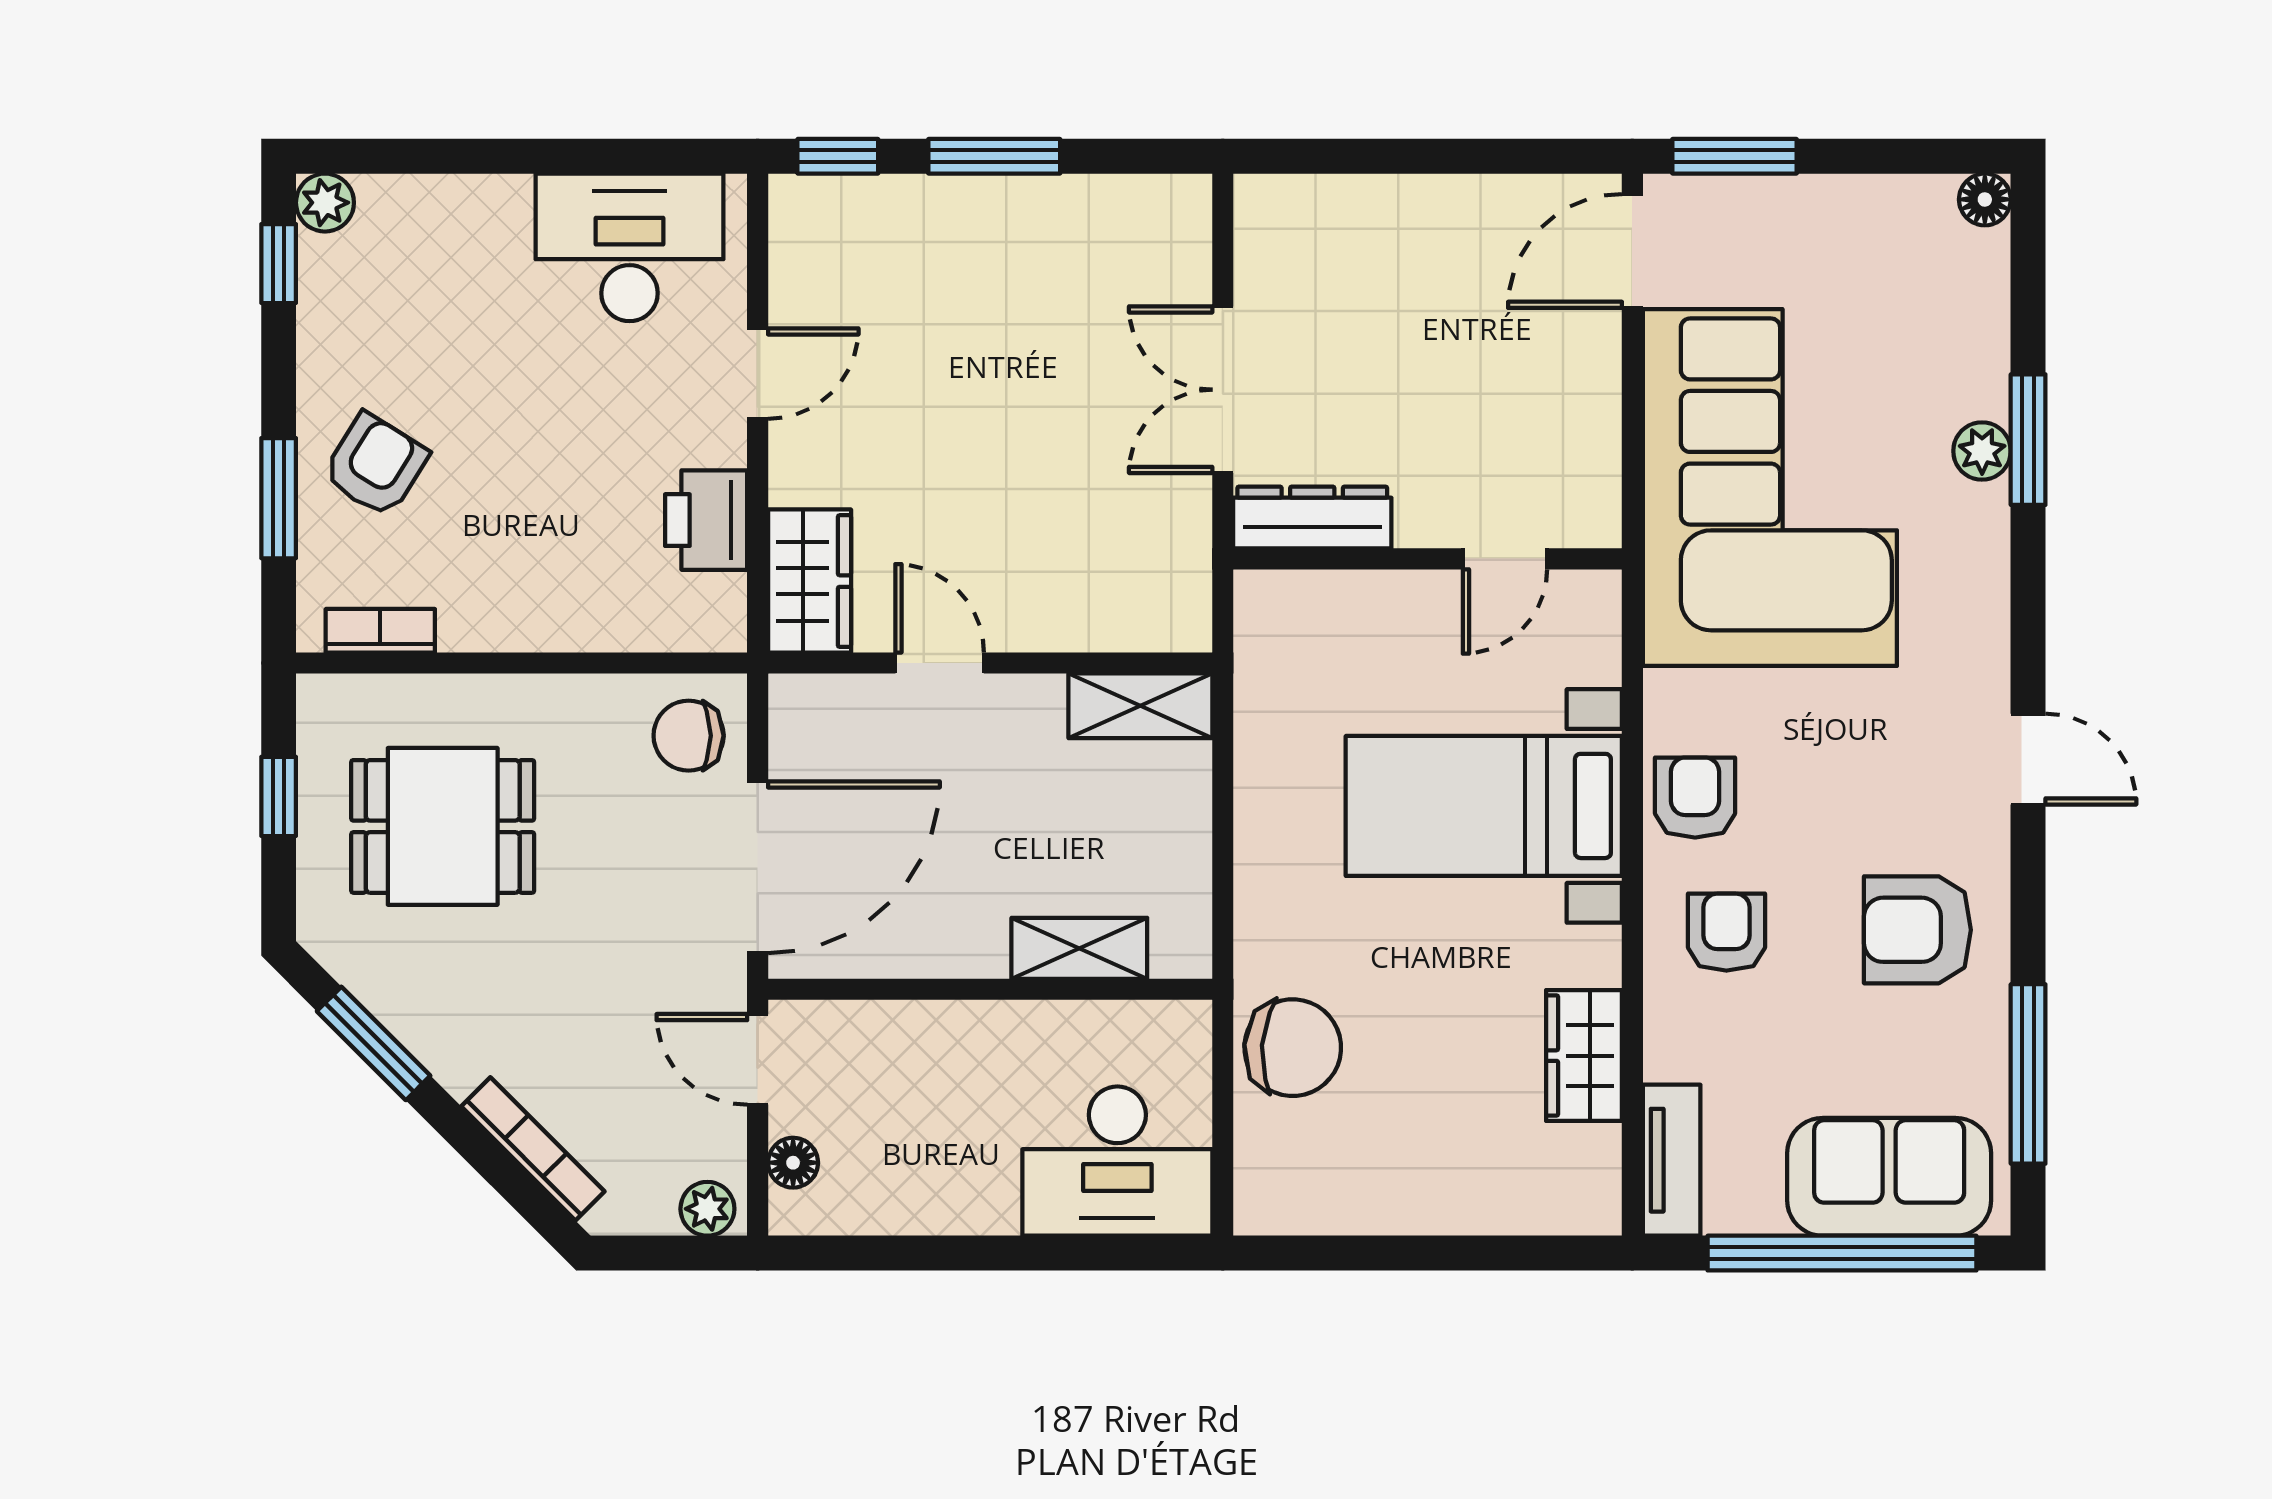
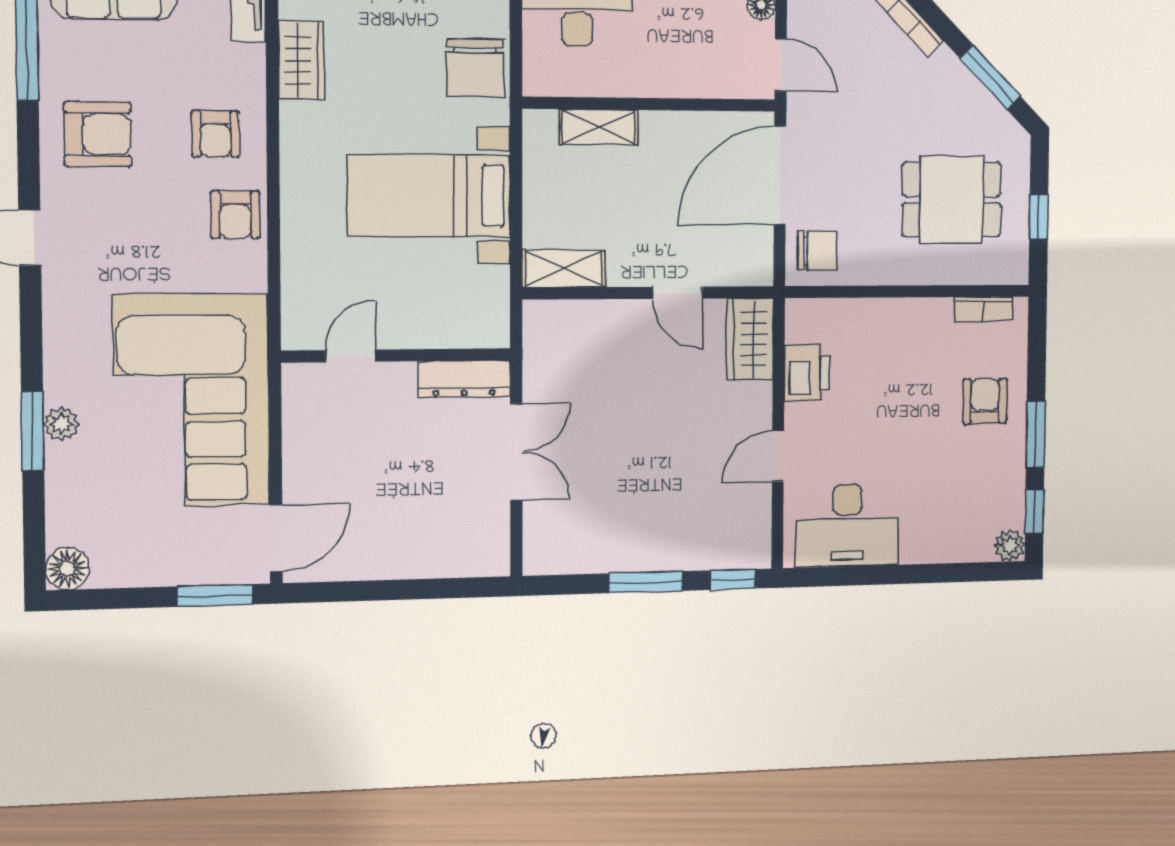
floor lamp: (1985, 199) -> (68, 569), width x1.37, depth x1.37
armchair: (375, 465) -> (985, 401), turned 148
window: (279, 498) -> (1036, 434), moved
bed with nightstands: (1484, 806) -> (429, 196), moved, turned 180
chair: (1293, 1048) -> (475, 68), turned -94

